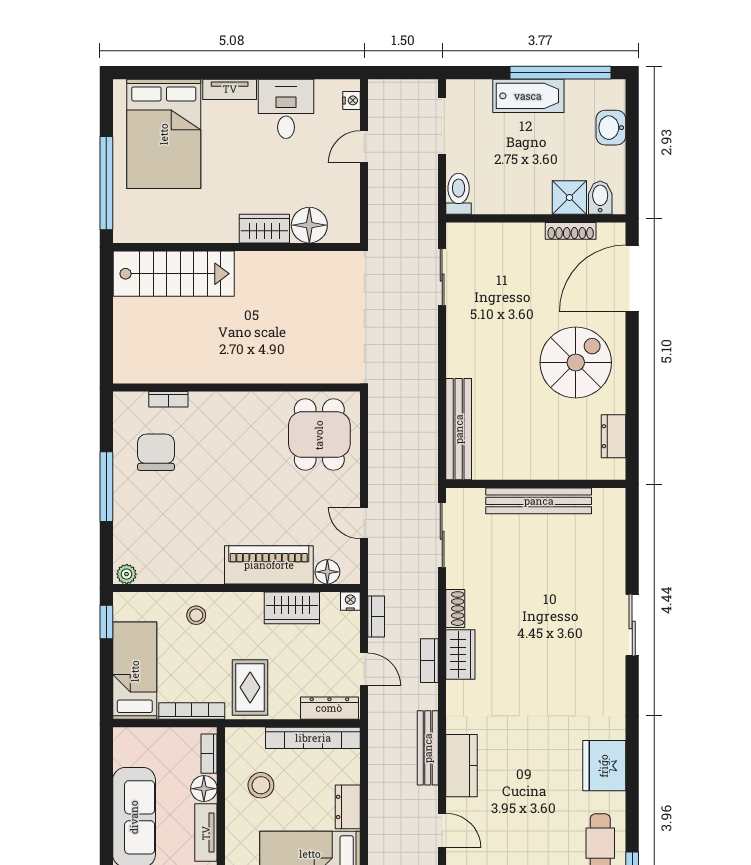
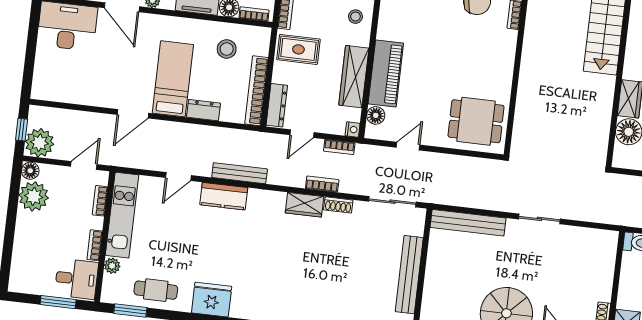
sliding door: (442, 277) -> (539, 219), moved
wardrobe: (292, 608) -> (354, 77), width x1.50
bookcase: (429, 661) -> (322, 184), moved

